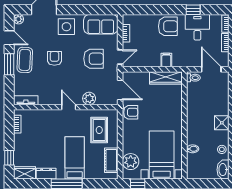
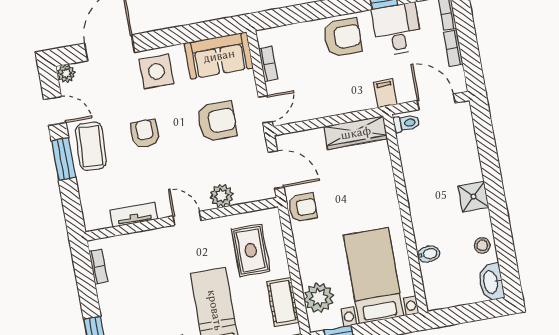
filing cabinet: (166, 60) -> (385, 93), moved
tv unit: (26, 100) -> (134, 215), moved

